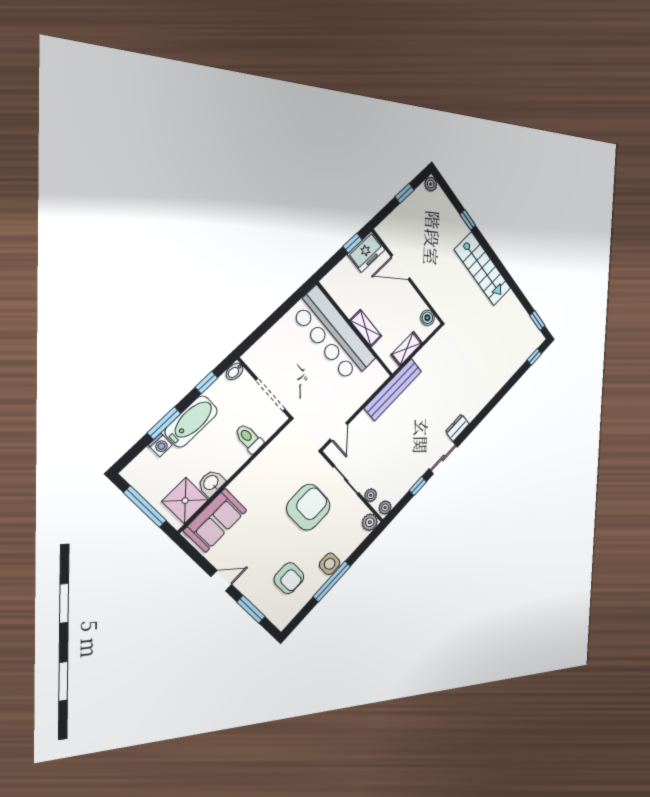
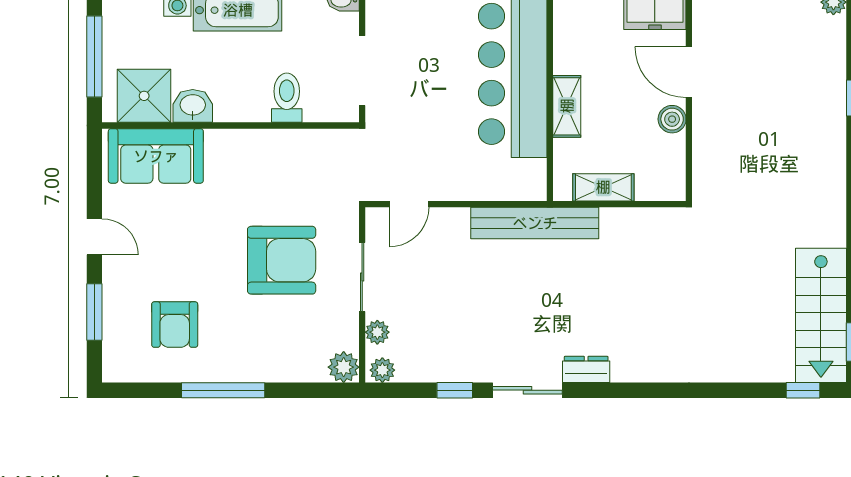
stairs: (483, 269) -> (821, 315), moved
boiler: (427, 318) -> (672, 119), moved
side table: (330, 564) -> (241, 364), removed

